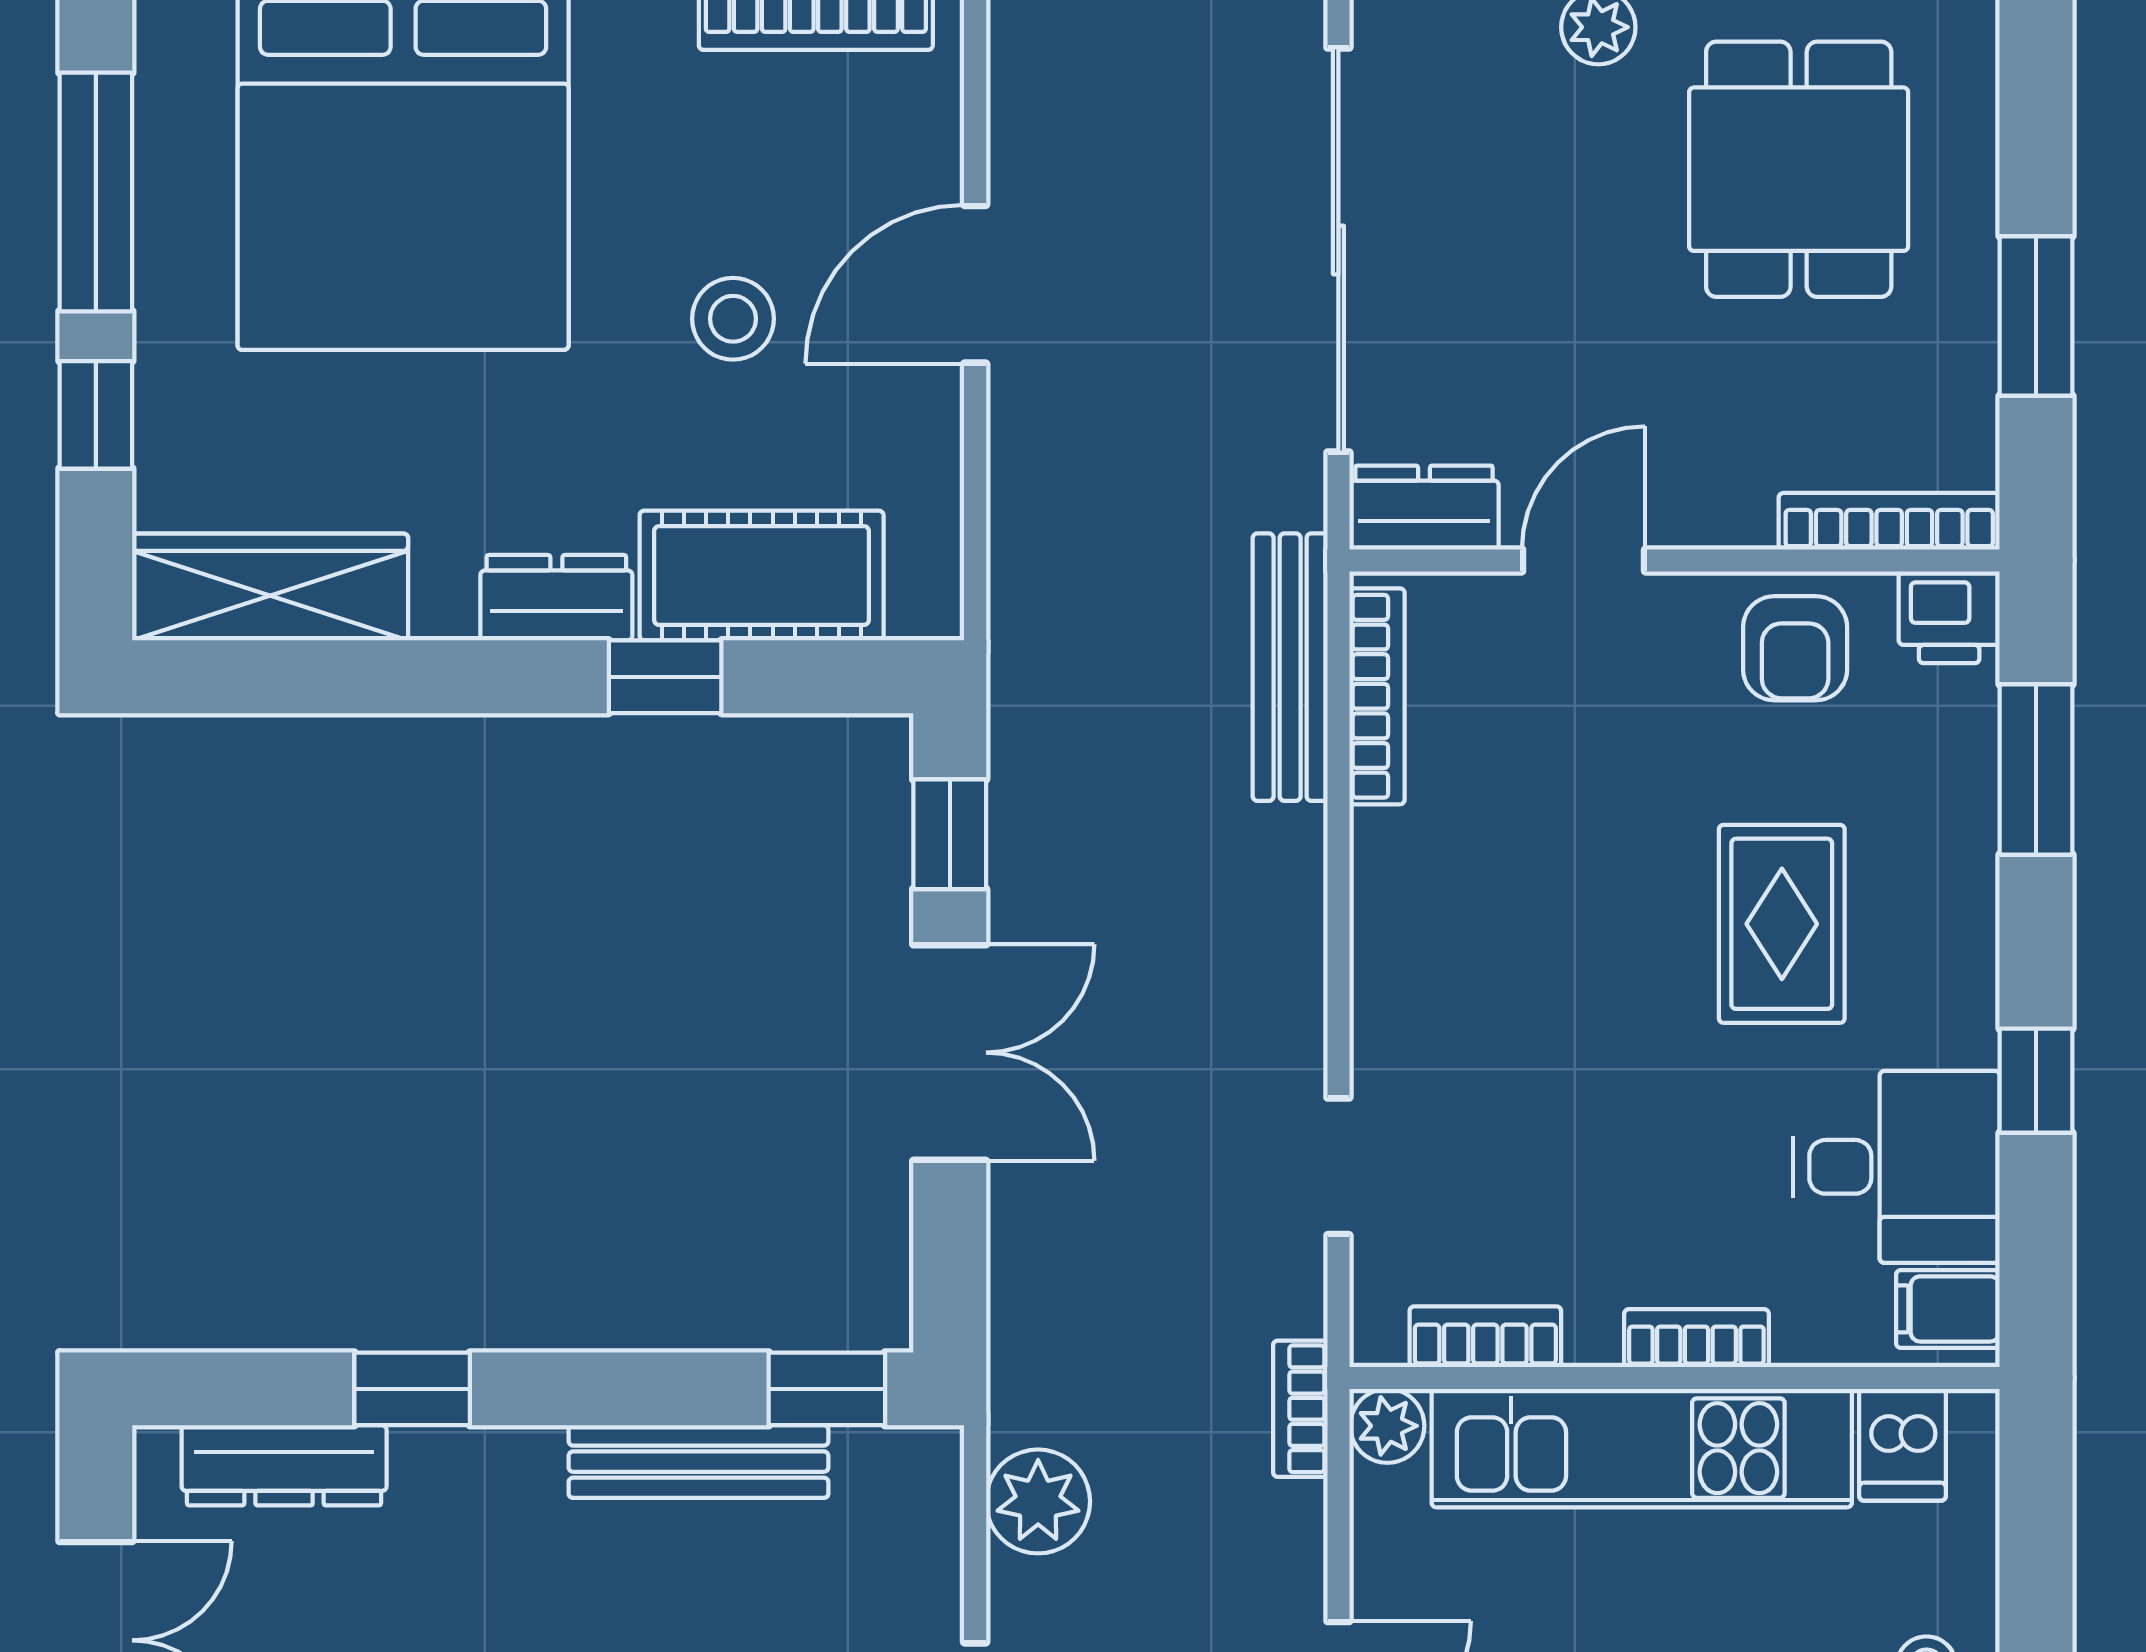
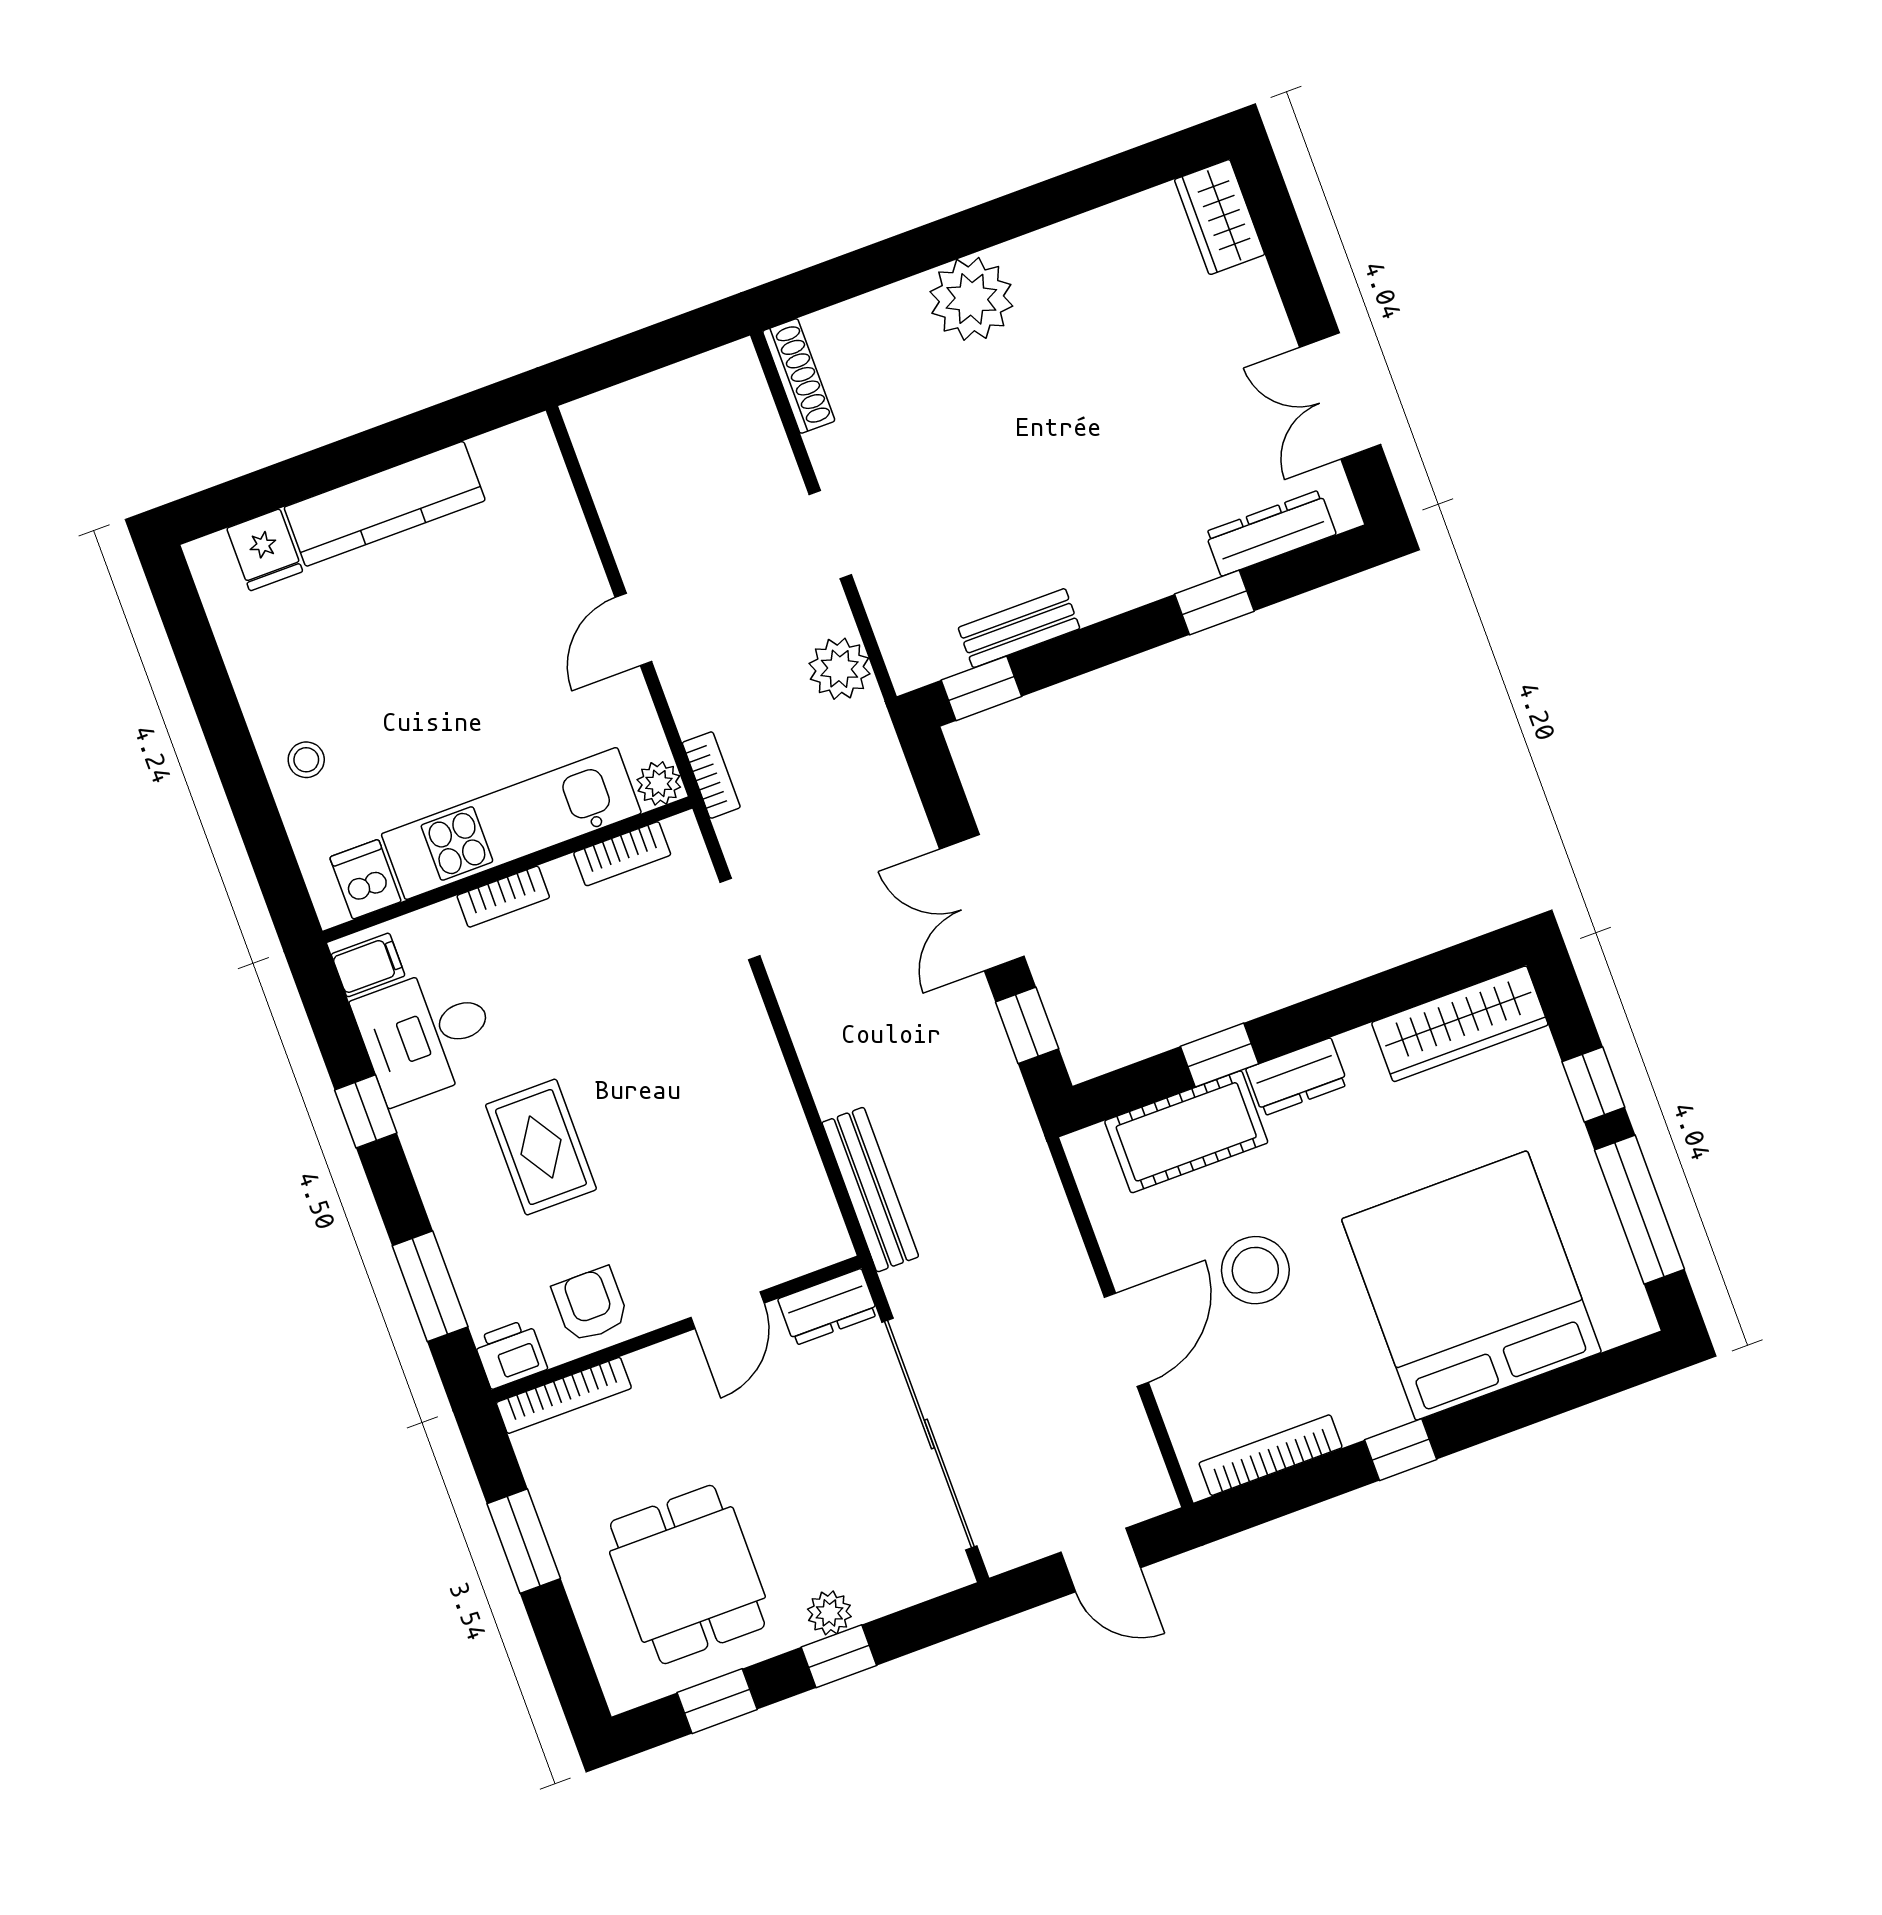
stool: (733, 319) -> (1255, 1270), width x1.38, depth x1.38
bookcase: (1377, 696) -> (815, 1191), removed
bench: (698, 1462) -> (1019, 628), width x0.73

